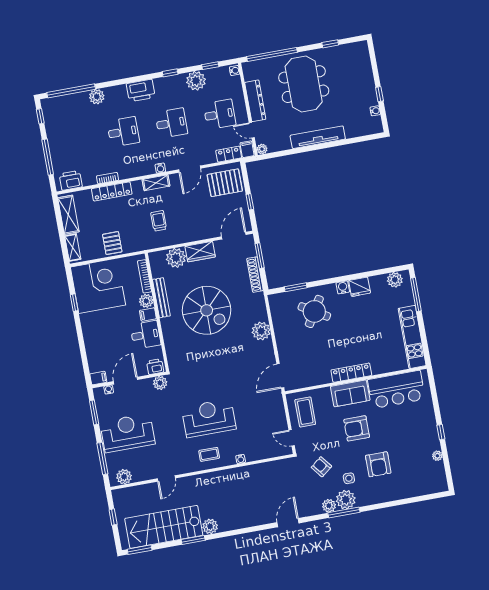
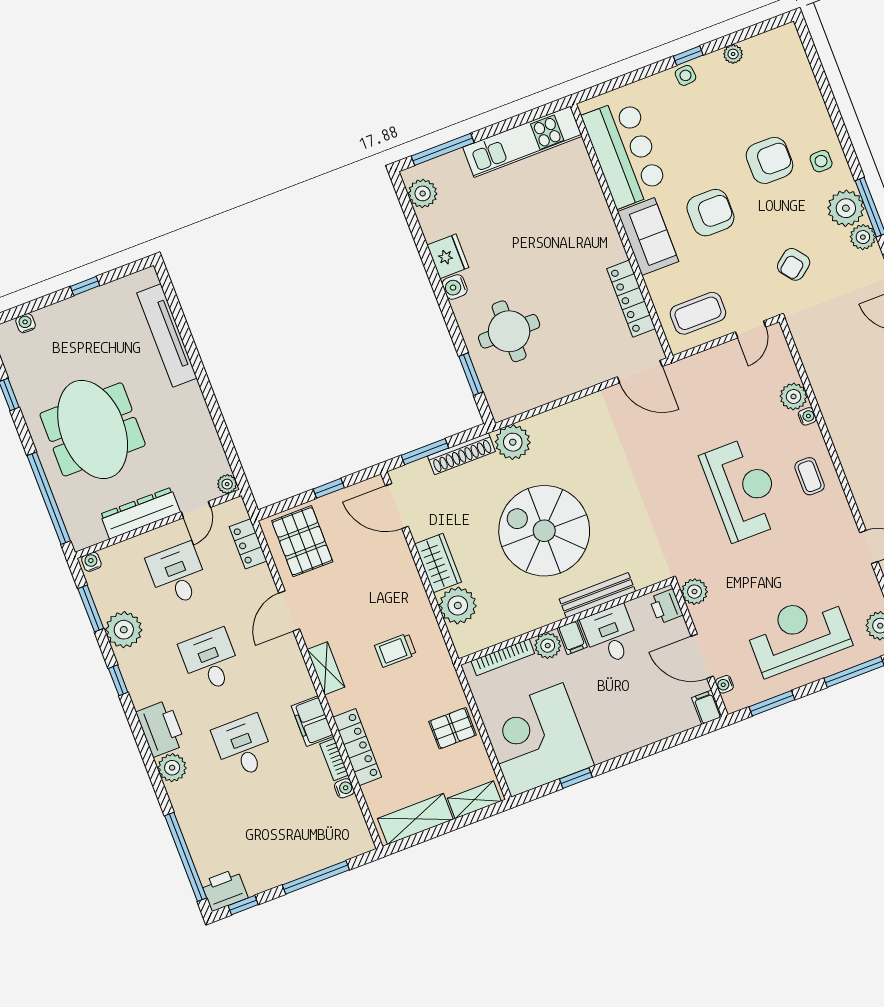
window: (210, 66) -> (91, 609), width x1.50
meeting table: (304, 84) -> (93, 429), turned 90
plant: (97, 97) -> (172, 768), moved
water cooler: (375, 111) -> (26, 323), moved
tv unit: (318, 137) -> (167, 335), moved
filing cabinet: (247, 149) -> (312, 721), moved, width x2.00
water cooler: (160, 168) -> (344, 788), moved
door: (190, 169) -> (289, 611), swing flipped
printer: (71, 180) -> (224, 890), moved, turned 90
bench: (161, 298) -> (597, 595), moved
spiral stairs: (207, 310) -> (544, 531), turned -90
round table: (314, 311) -> (509, 331), turned -31
plant: (261, 331) -> (513, 442), moved
locker: (351, 373) -> (631, 299), moved
reception desk: (209, 418) -> (743, 489), turned 180
armchair: (357, 428) -> (710, 213), turned -90
side table: (431, 429) -> (685, 75), added
reception desk: (127, 433) -> (798, 634), turned 90
plant: (252, 454) -> (794, 396), added
side table: (349, 478) -> (821, 161), moved

